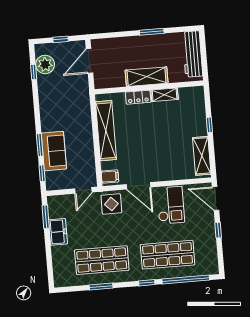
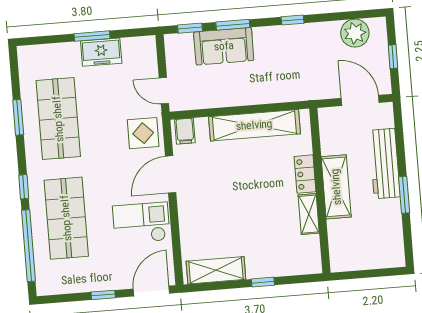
workbench: (192, 54) -> (385, 163), moved, turned -90
window: (34, 72) -> (292, 20), moved
checkout: (171, 205) -> (141, 223), turned 180
window: (46, 217) -> (92, 36), moved

